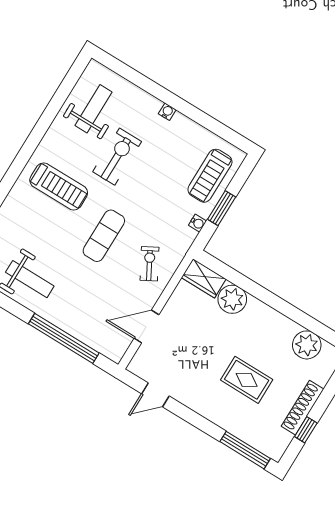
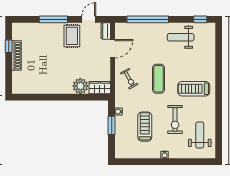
weight bench: (94, 109) -> (200, 135), turned 180
treadmill: (210, 176) -> (145, 127), moved
plant: (307, 345) -> (33, 86), removed
dresser: (140, 361) -> (106, 31), added
rug: (247, 380) -> (72, 36), moved, turned 90
window: (245, 450) -> (53, 19), moved

